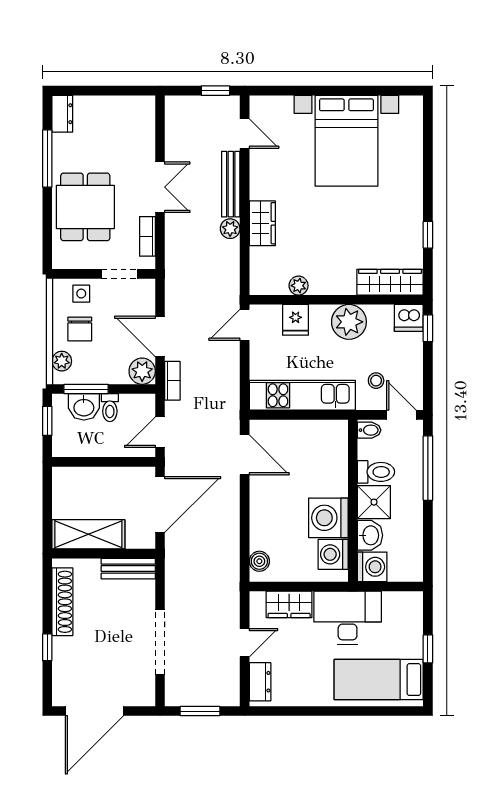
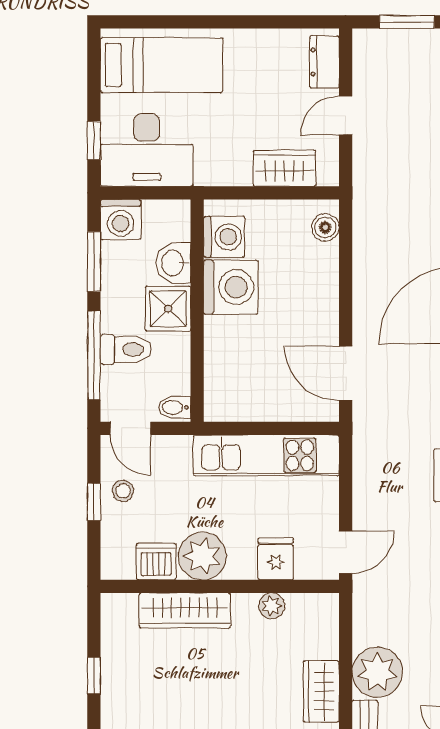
plant: (230, 229) -> (377, 672), width x1.87, depth x1.87
wardrobe: (390, 282) -> (185, 610), moved
dishwasher: (409, 318) -> (156, 561), moved
window: (428, 328) -> (94, 502), moved
stool: (376, 381) -> (123, 491), moved
toilet: (376, 472) -> (126, 349), moved, turned 180
window: (428, 536) -> (94, 262), added
washing machine: (372, 567) -> (121, 219), moved, turned -90
desk: (348, 618) -> (147, 150), moved
window: (428, 649) -> (94, 141), moved

